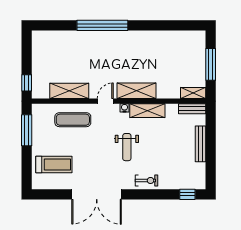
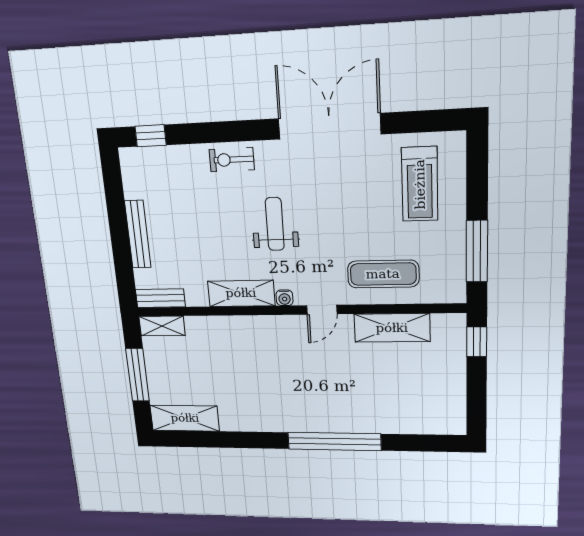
shelving: (137, 91) -> (185, 418), moved
treadmill: (54, 165) -> (420, 184), turned -90

